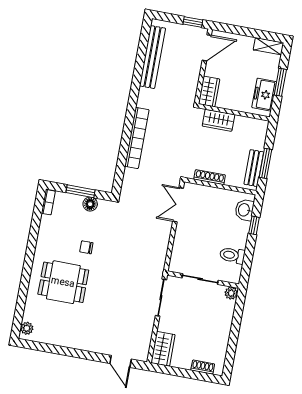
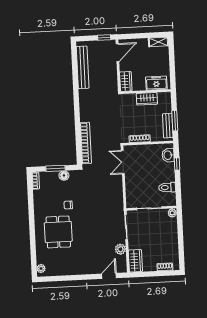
window: (280, 82) -> (172, 64), removed
freezer: (264, 95) -> (156, 83), moved, turned 90
wardrobe: (218, 120) -> (147, 99), moved
bookcase: (137, 138) -> (86, 143), moved
dining table: (63, 282) -> (58, 232), turned 90
plant: (146, 327) -> (120, 249), added
door: (121, 361) -> (109, 276), swing flipped

